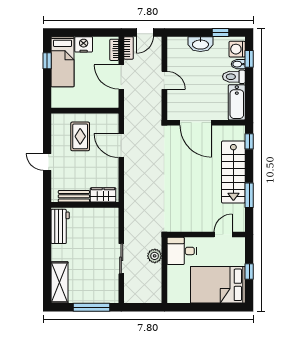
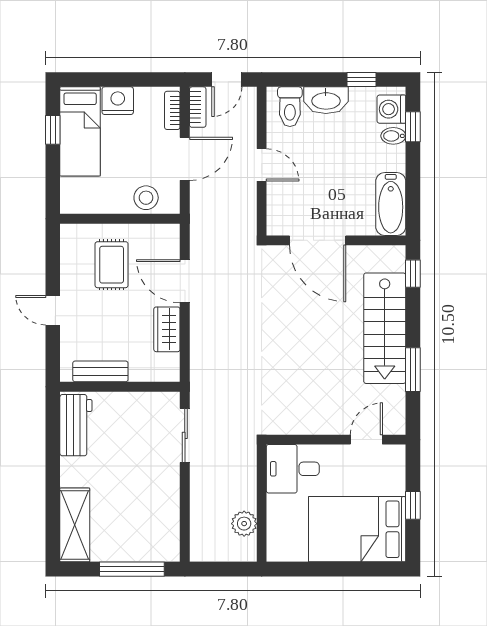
door: (121, 77) -> (185, 159), swing flipped
toilet: (234, 77) -> (290, 107), moved, turned -90
stool: (99, 99) -> (146, 198), added
wardrobe: (103, 195) -> (167, 329), moved, turned -90
plant: (155, 256) -> (244, 524), moved
sliding door: (121, 259) -> (185, 435), moved

